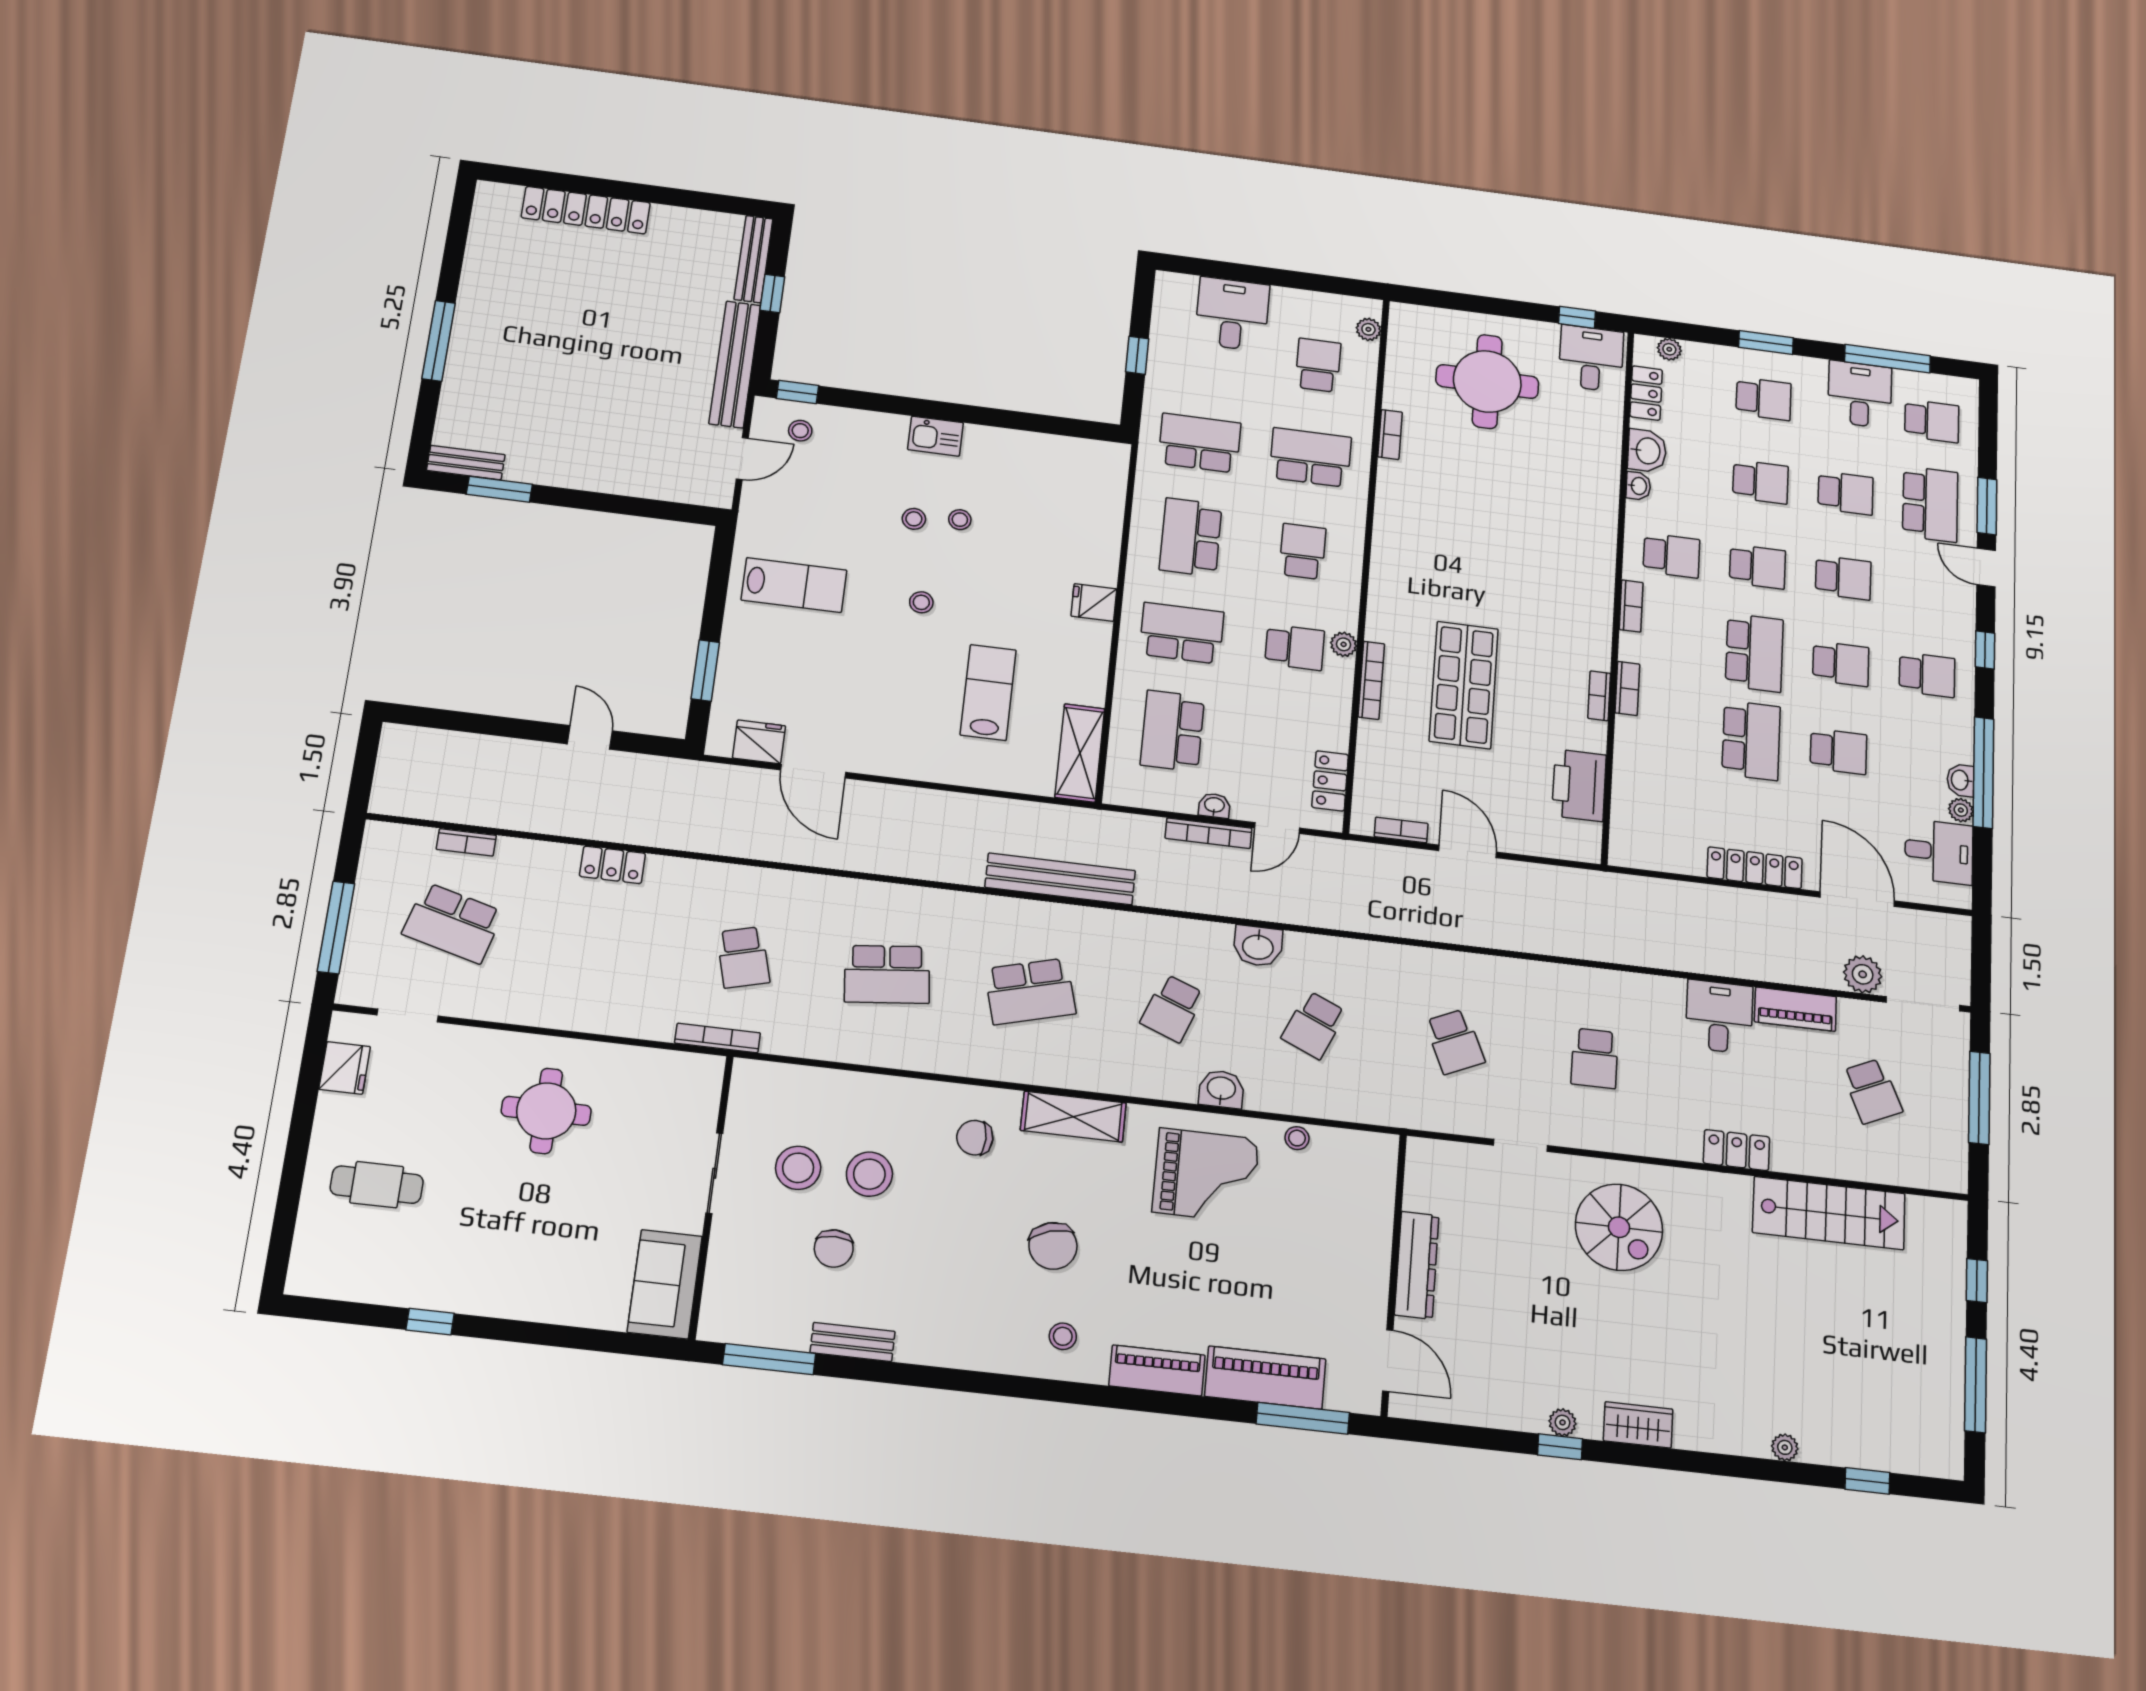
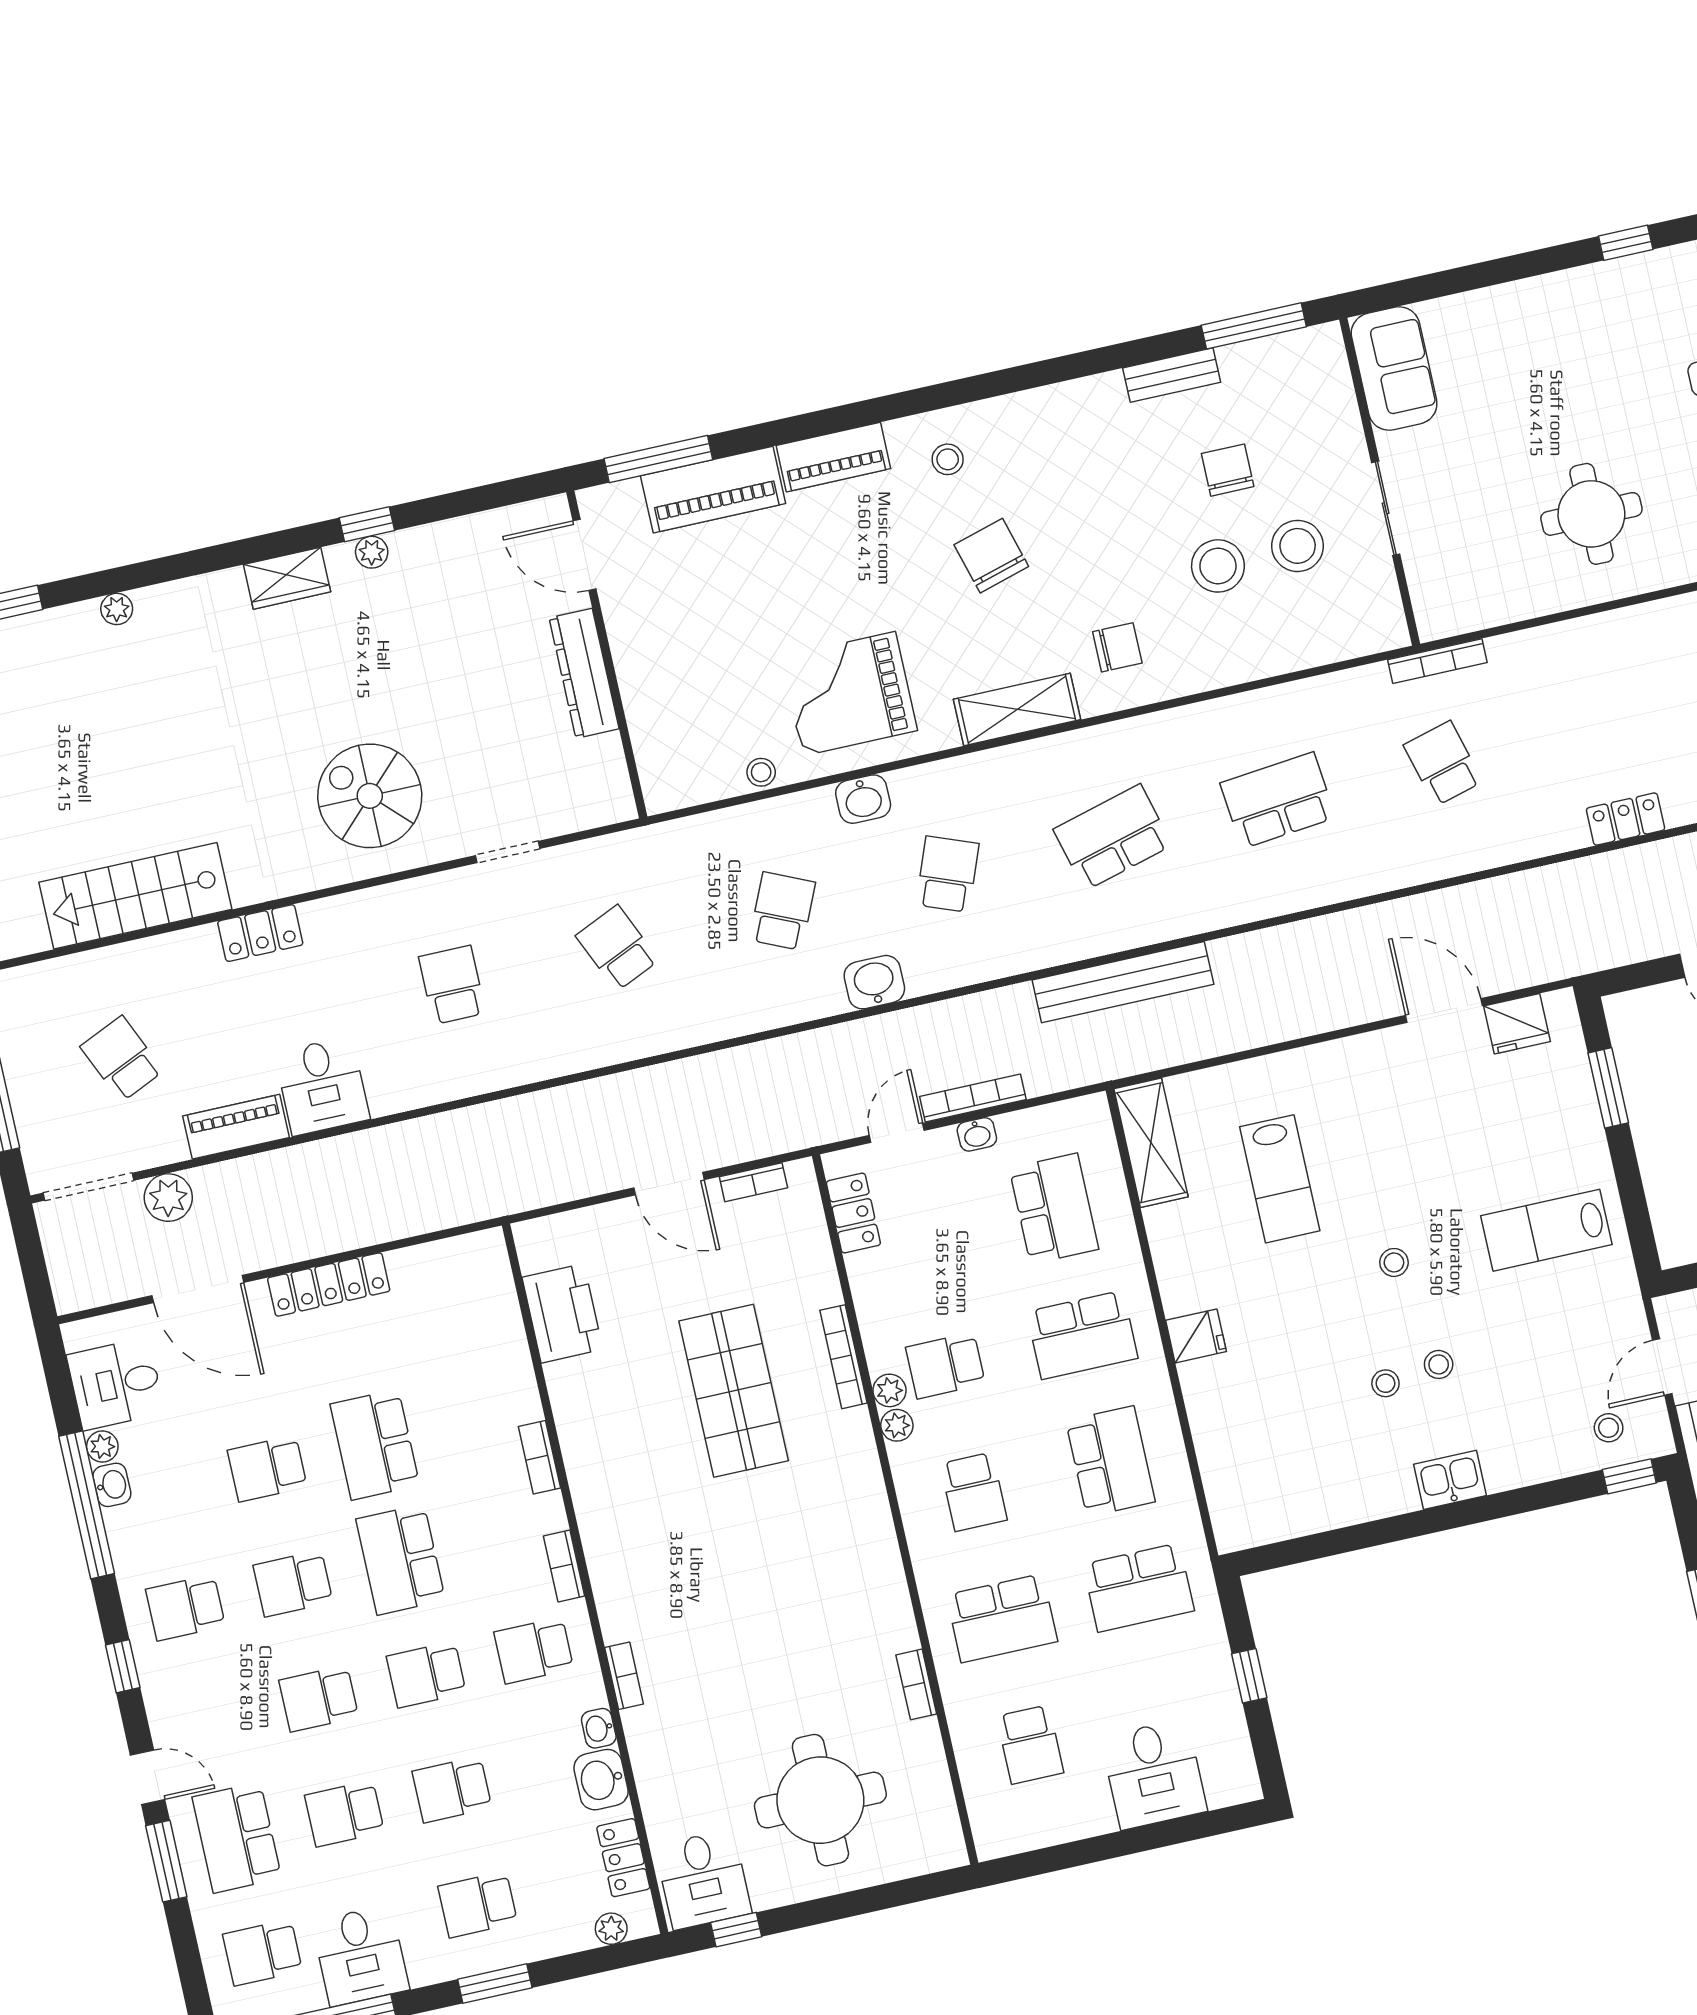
plant: (1368, 329) -> (897, 1425), moved
bookcase: (1599, 696) -> (624, 1676), moved

